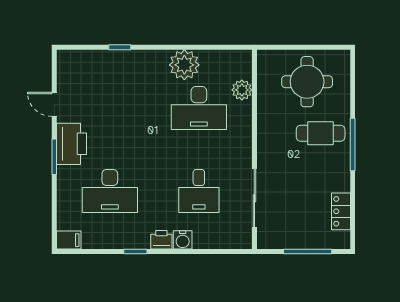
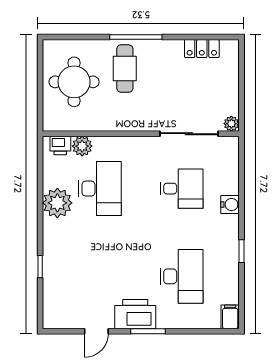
printer: (161, 240) -> (60, 145), moved, turned -90
plant: (265, 241) -> (231, 124), added
window: (308, 252) -> (241, 81), removed

